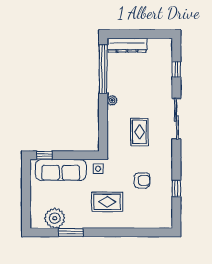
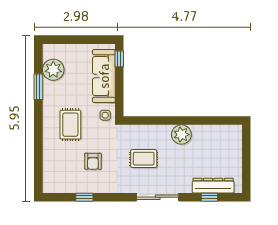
dresser: (127, 45) -> (213, 186), moved, turned 90
window: (103, 69) -> (210, 121), removed
plant: (112, 100) -> (181, 135), width x1.87, depth x1.87

